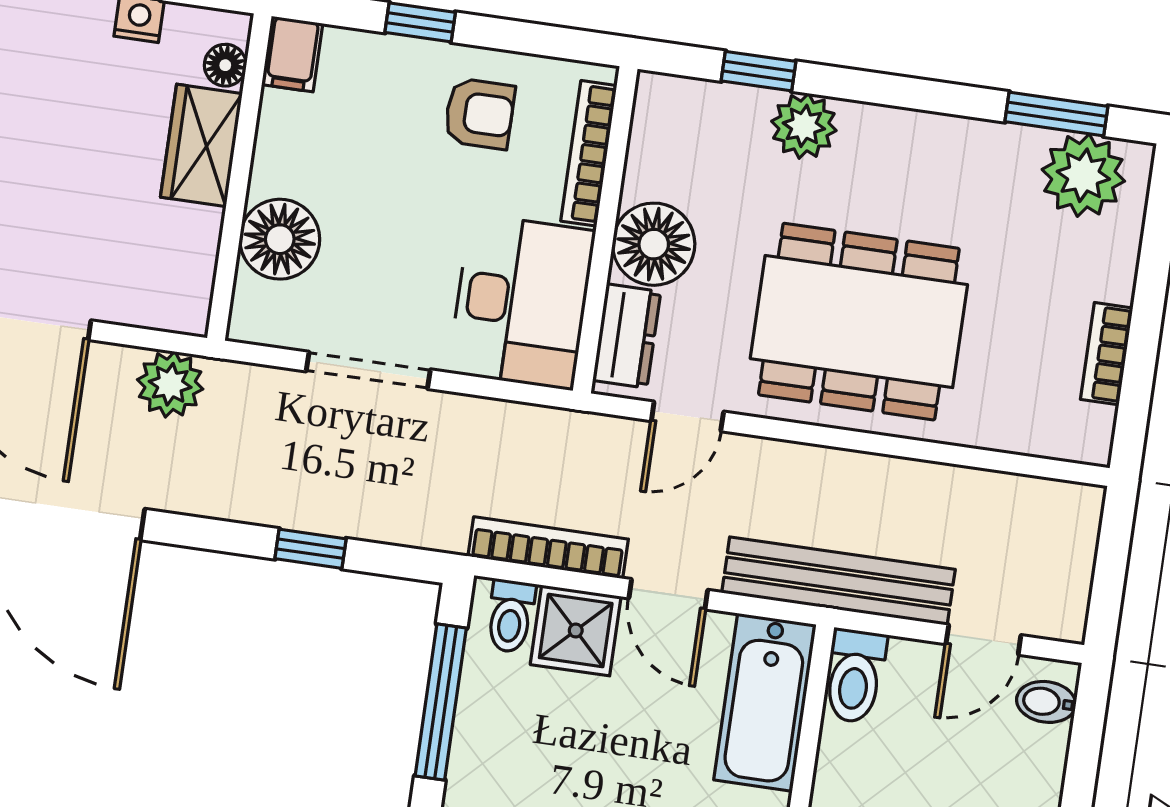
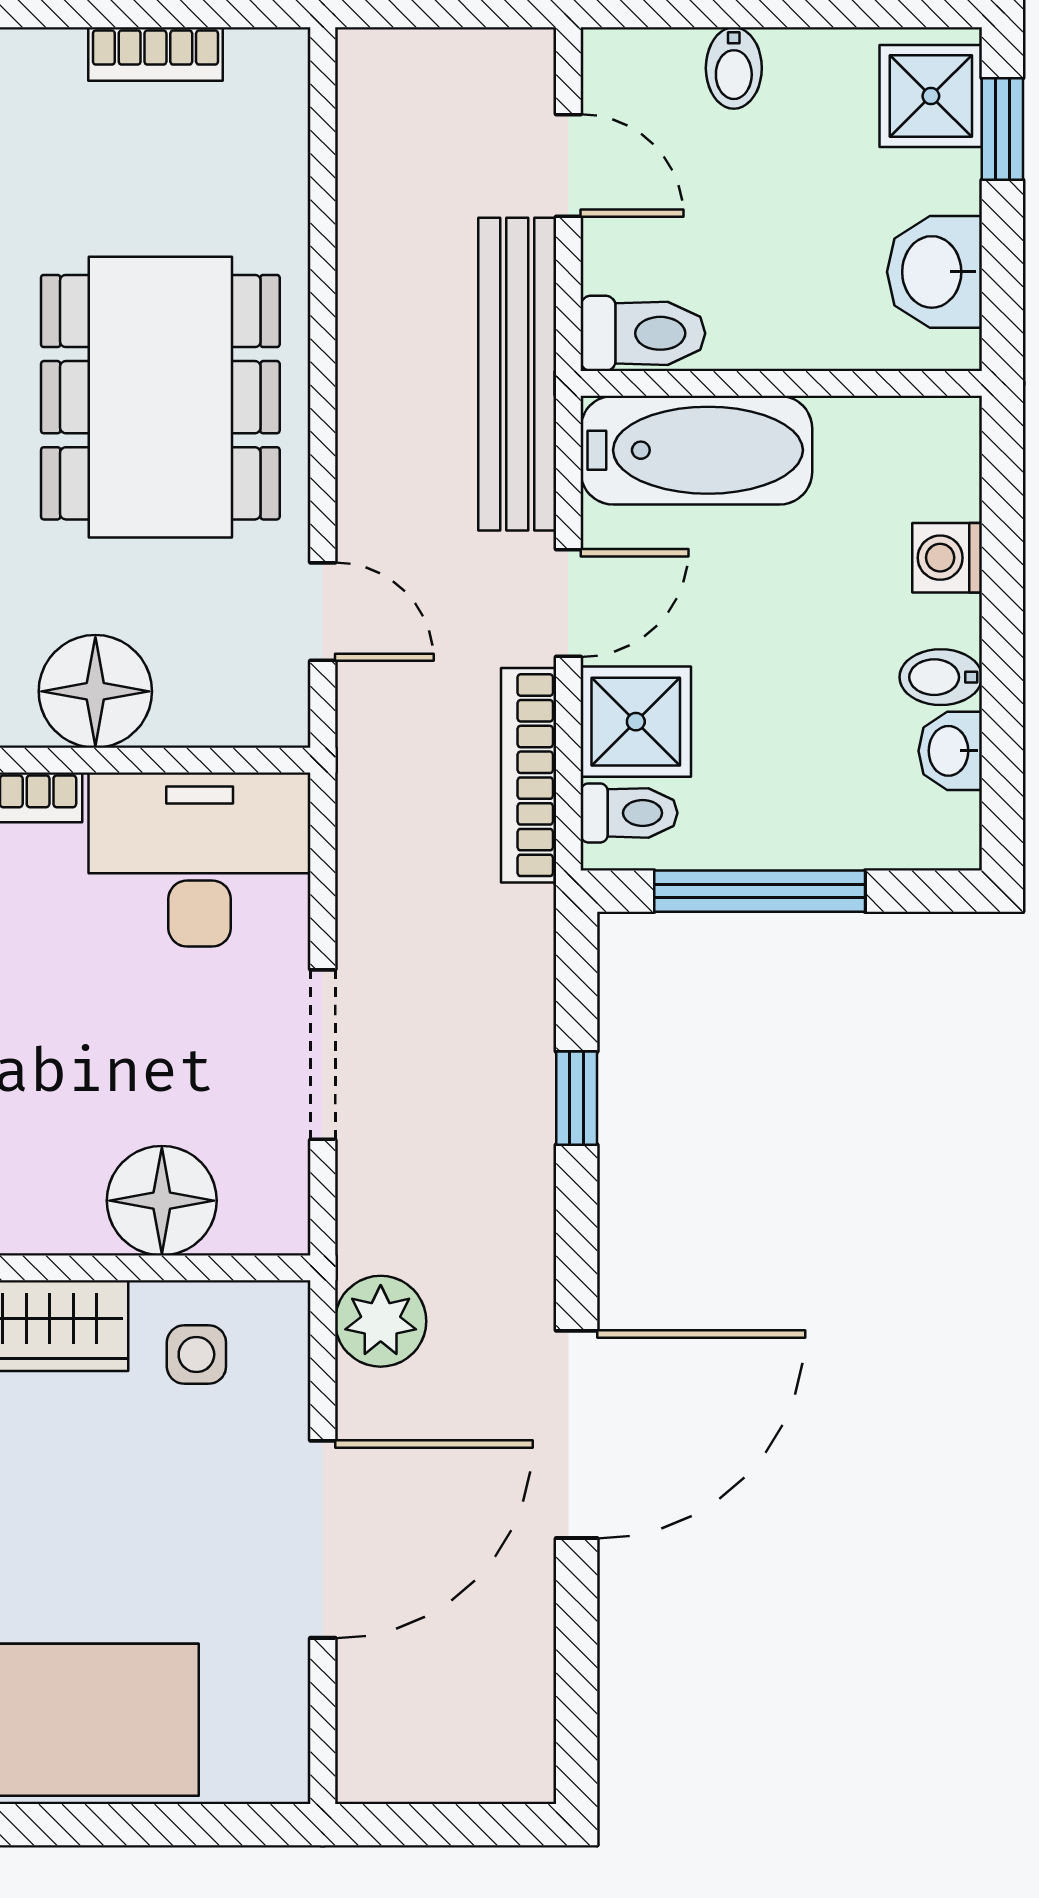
side table: (165, 248) -> (196, 1354), added
dresser: (627, 336) -> (225, 710), removed
bidet: (1046, 702) -> (734, 68), moved

